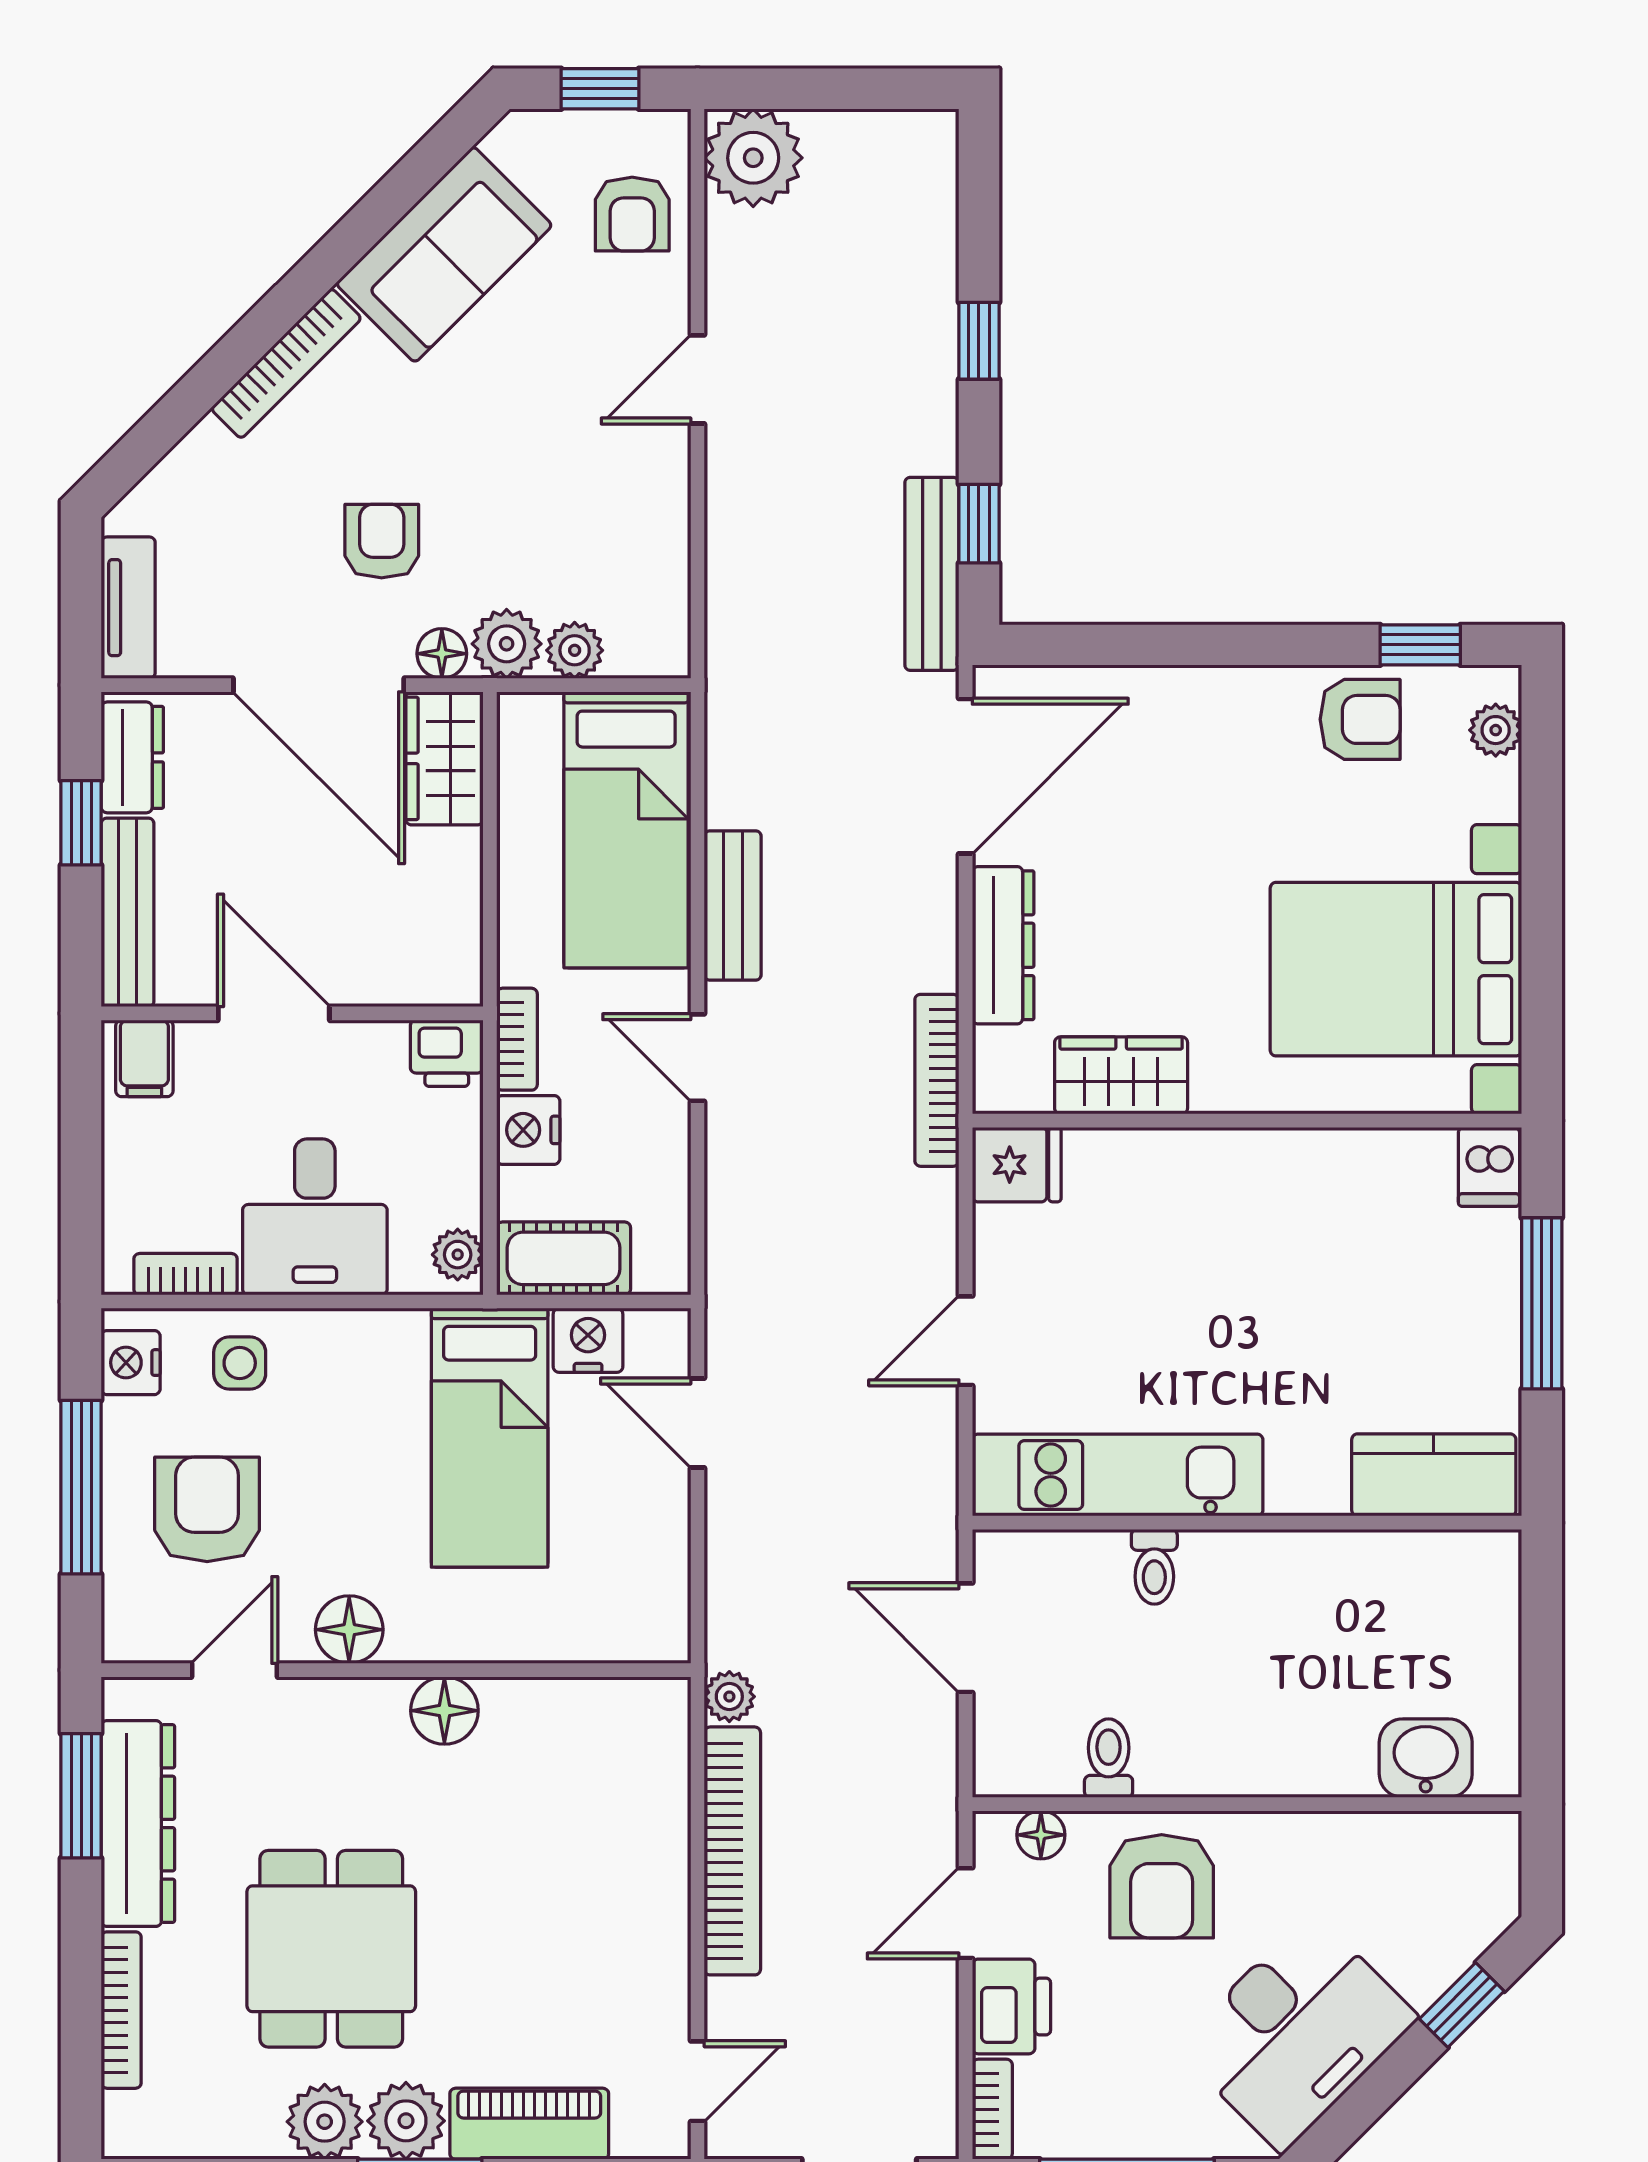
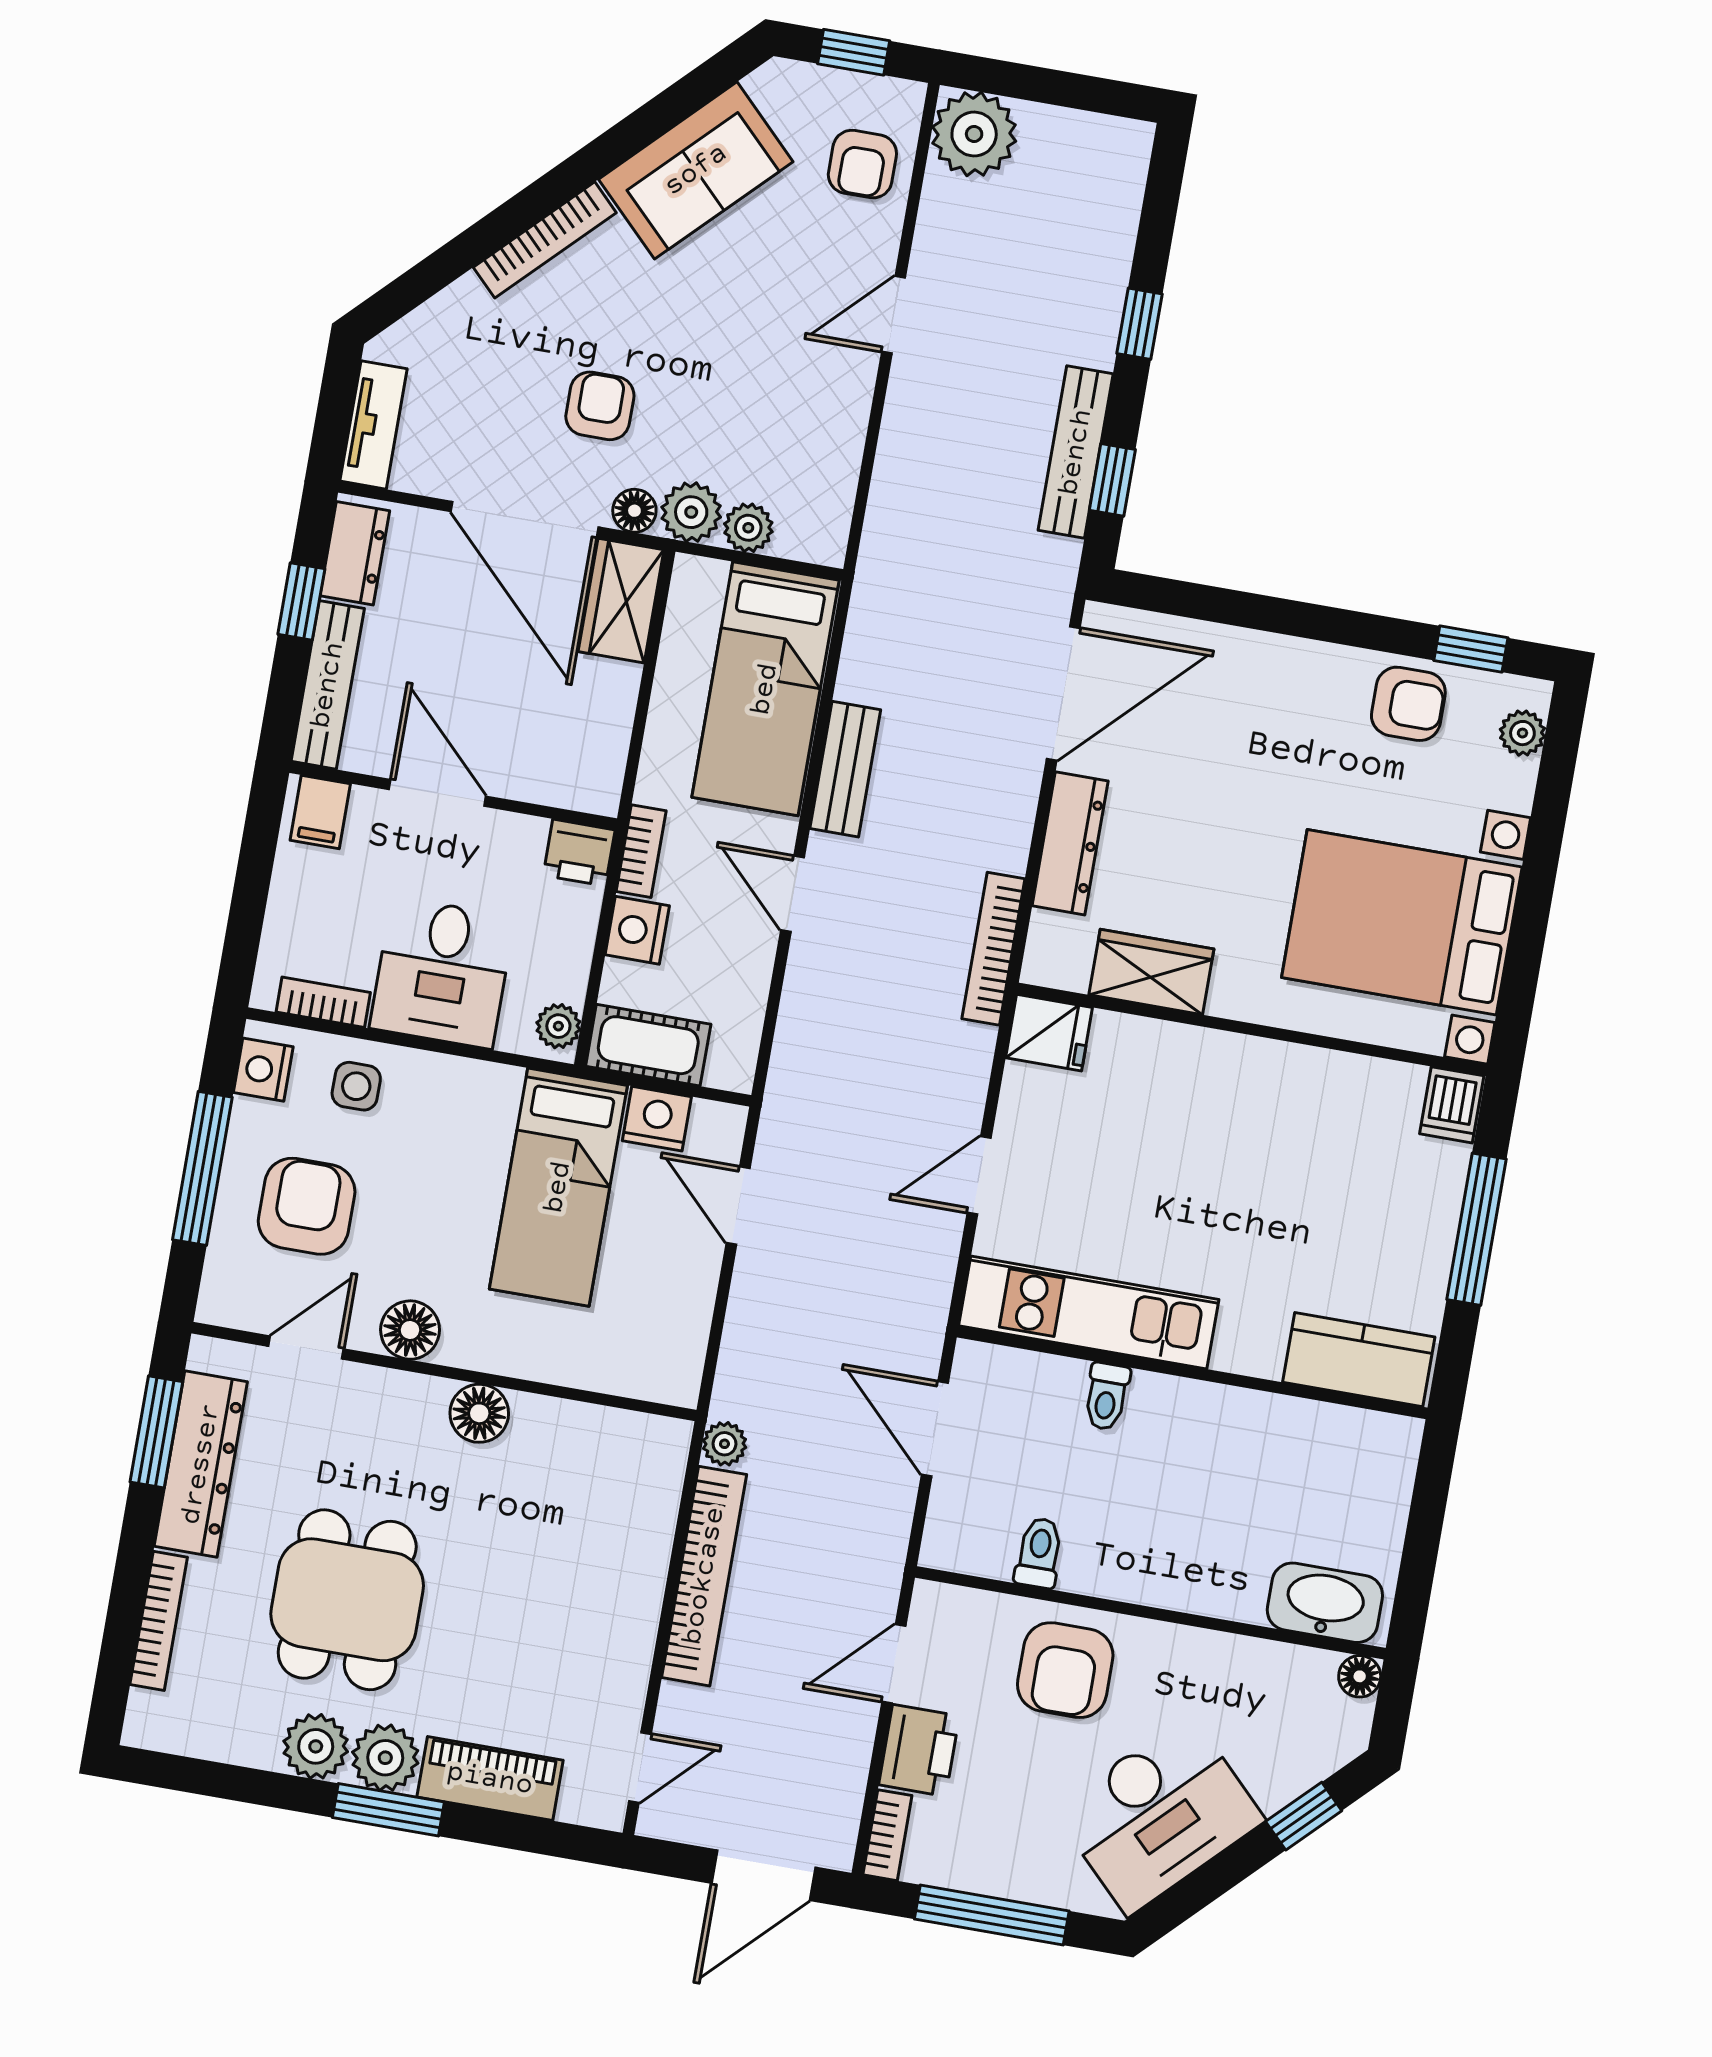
bench: (932, 574) -> (1076, 452), moved
washbasin: (1426, 1758) -> (1325, 1603), width x1.38
floor lamp: (1041, 1835) -> (1360, 1676), moved

